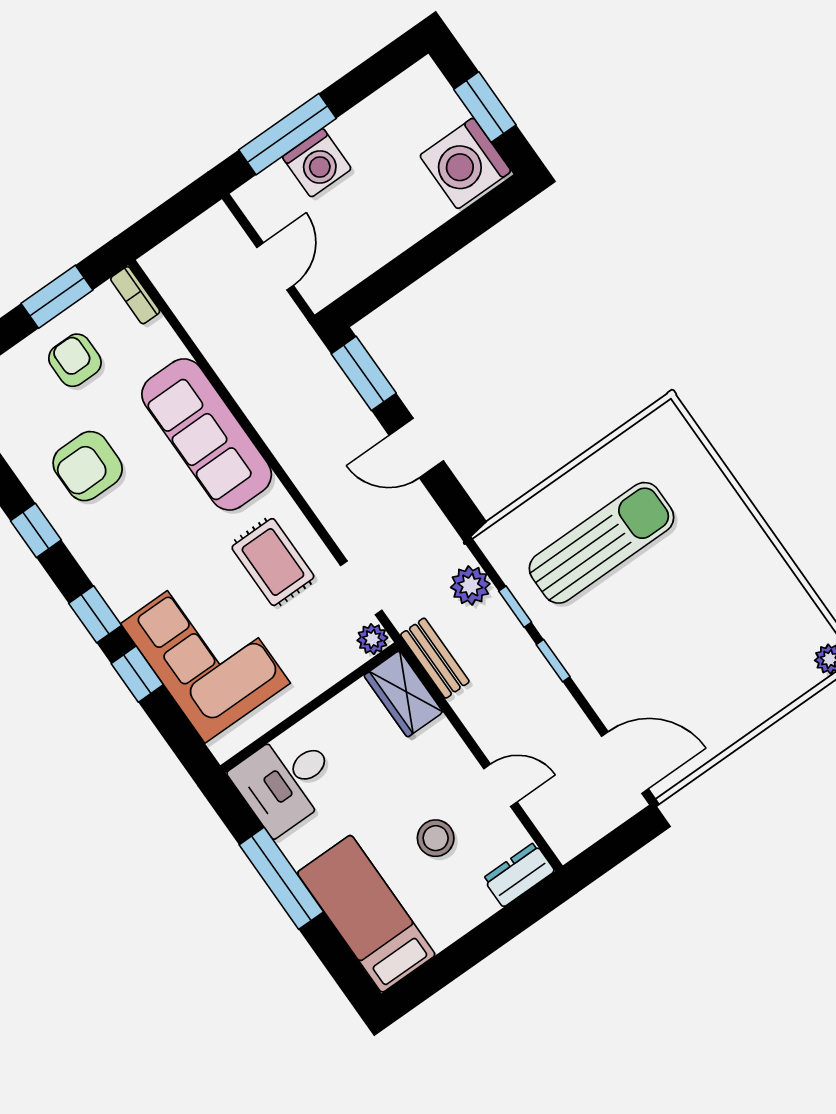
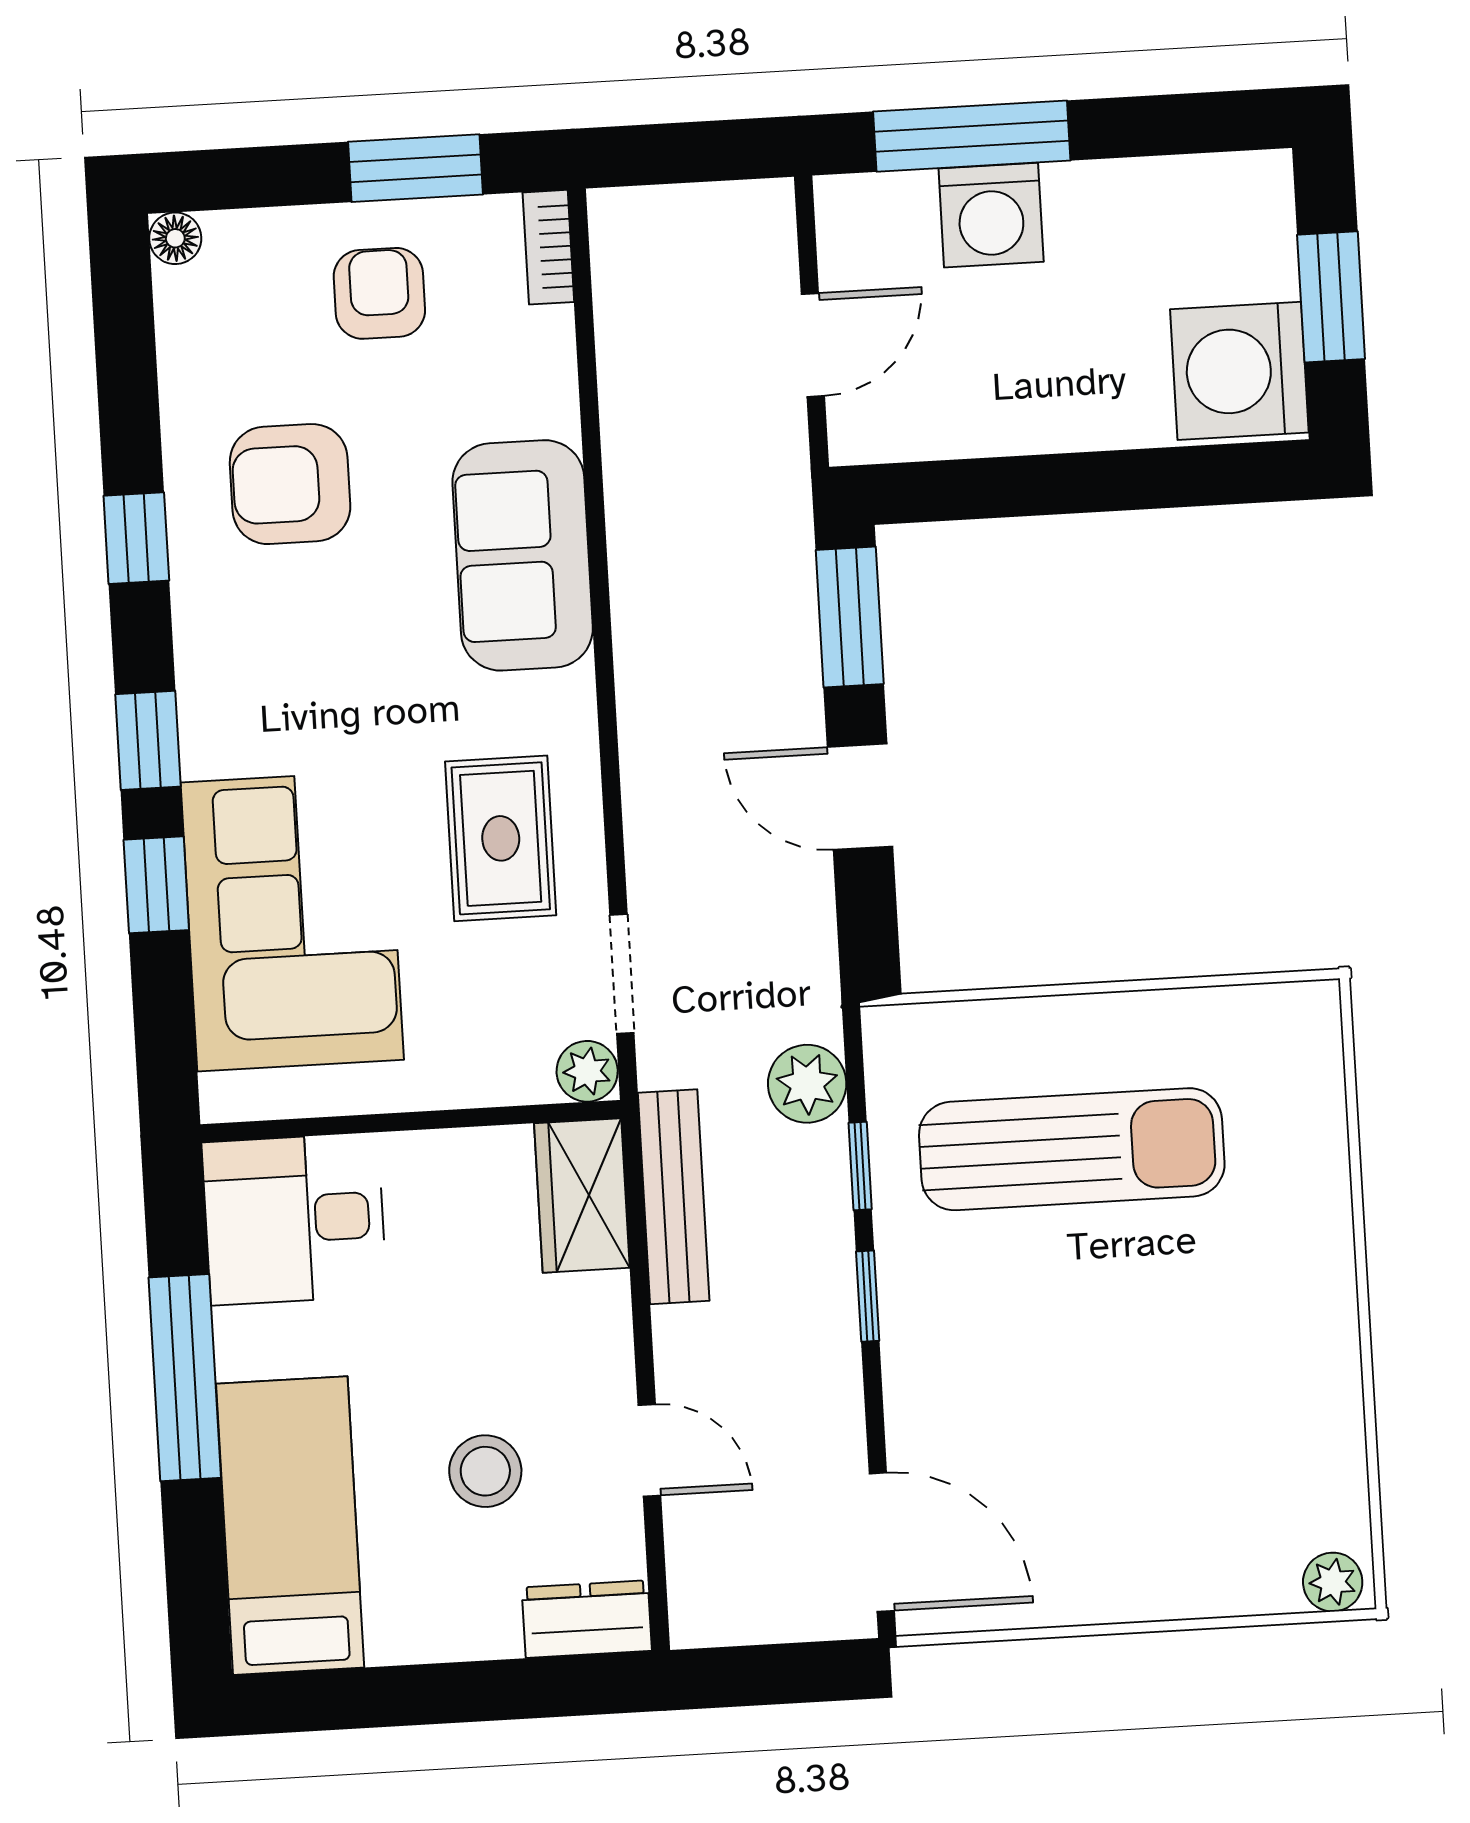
sofa: (207, 434) -> (523, 555), width x0.73
bench: (435, 658) -> (674, 1197), width x1.36

